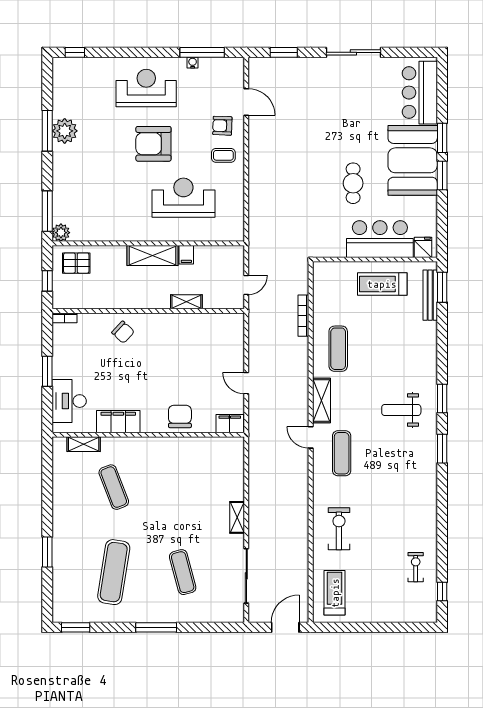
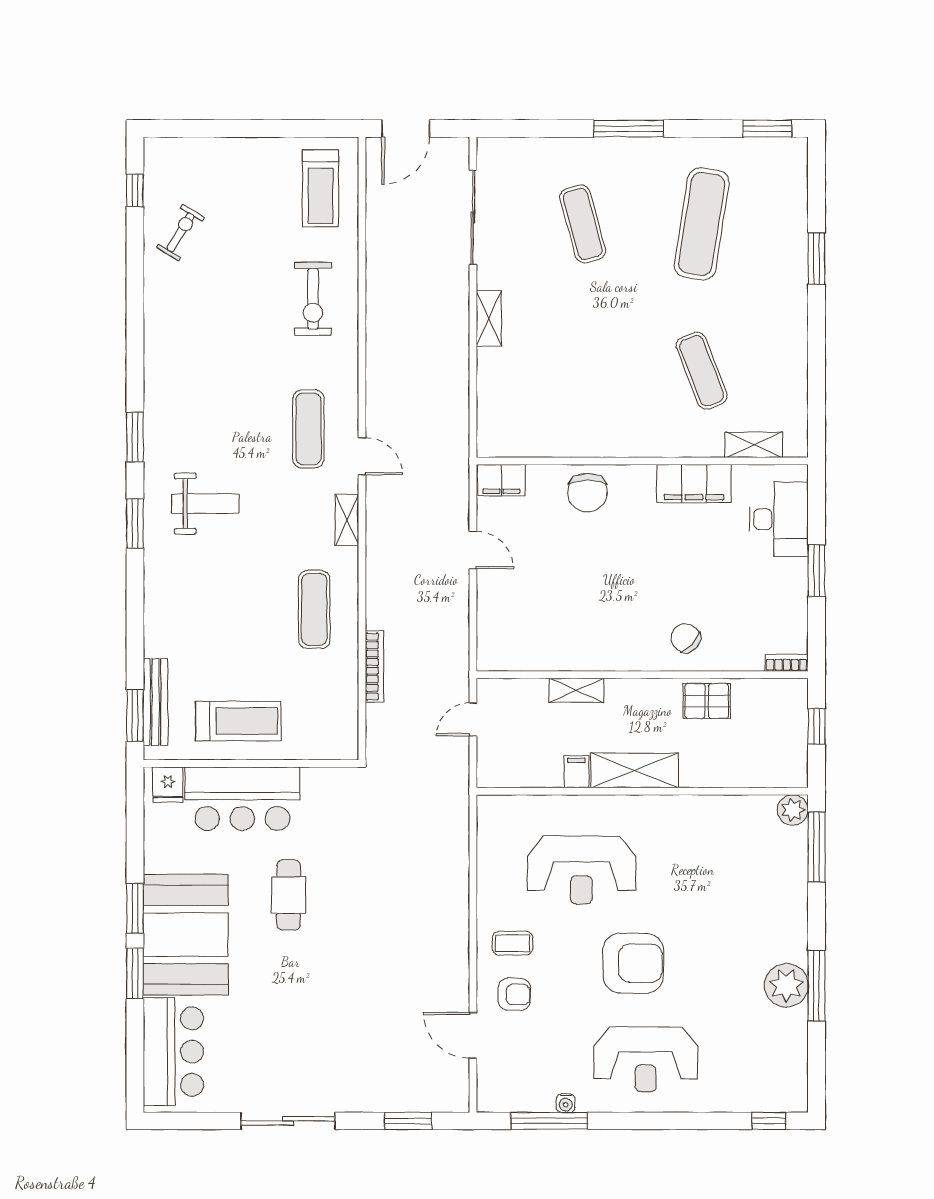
pallet: (76, 263) -> (707, 701), moved
shelving: (321, 401) -> (347, 520), width x0.67, depth x0.75
exercise bike: (416, 567) -> (181, 232), turned -149

